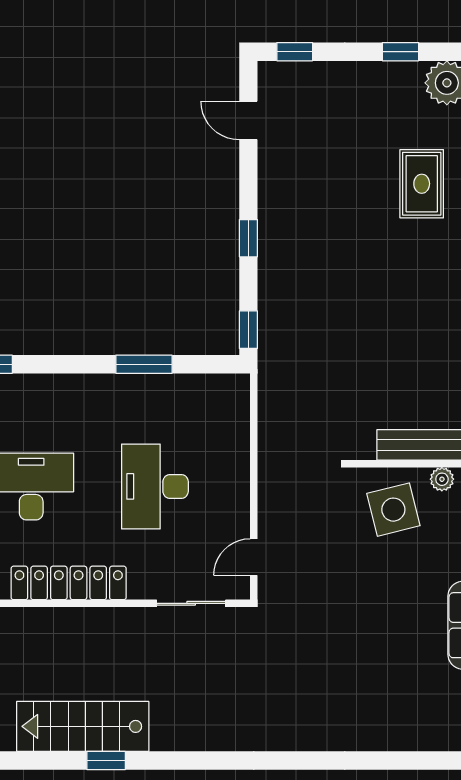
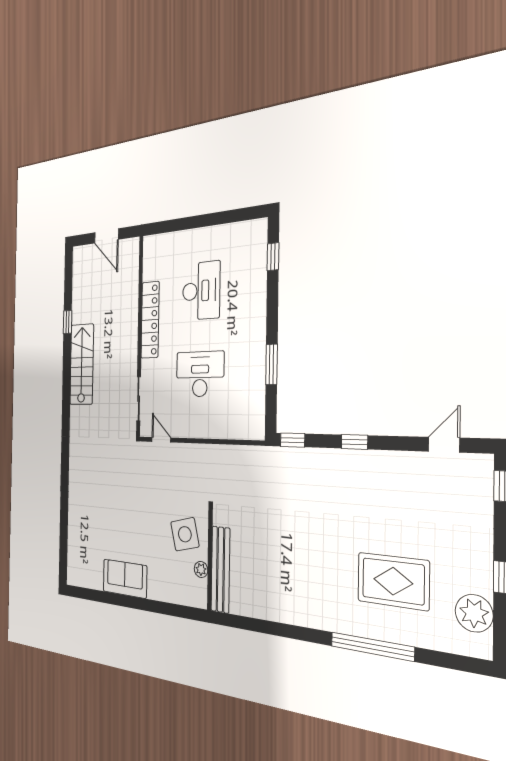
rug: (422, 184) -> (393, 581), width x1.36, depth x1.43
stairs: (83, 726) -> (82, 364), moved
window: (106, 760) -> (68, 322), moved

